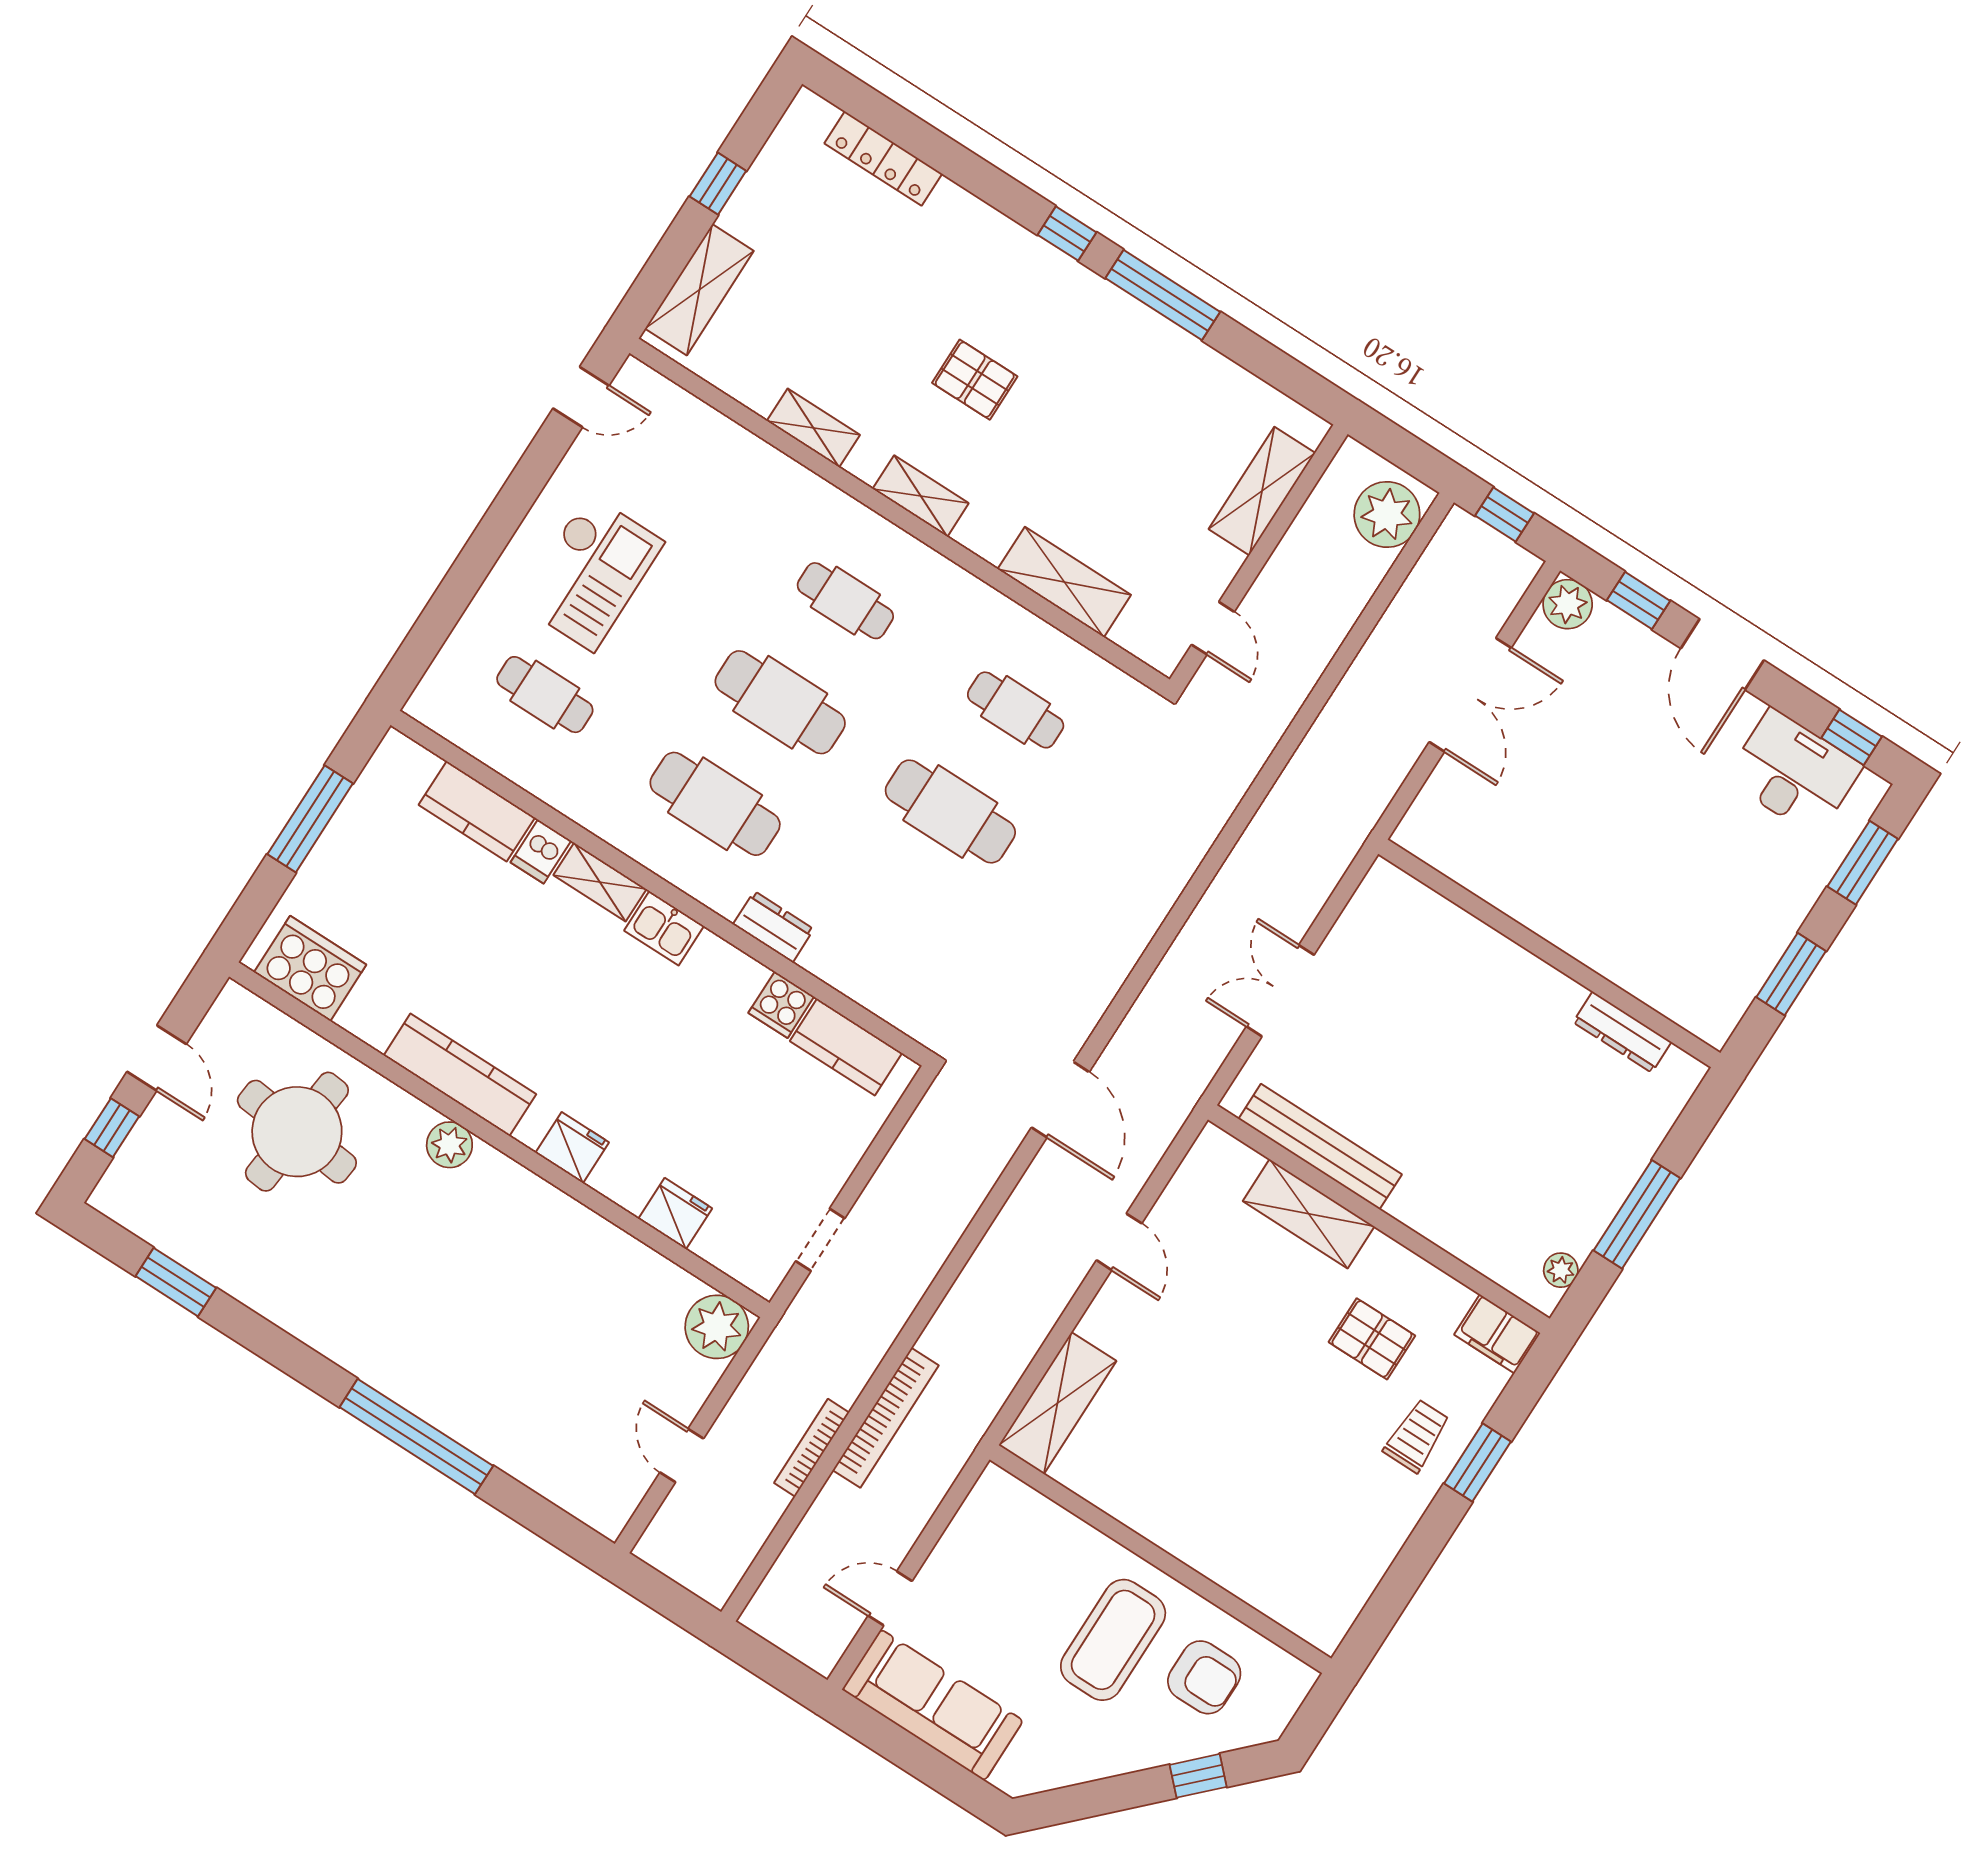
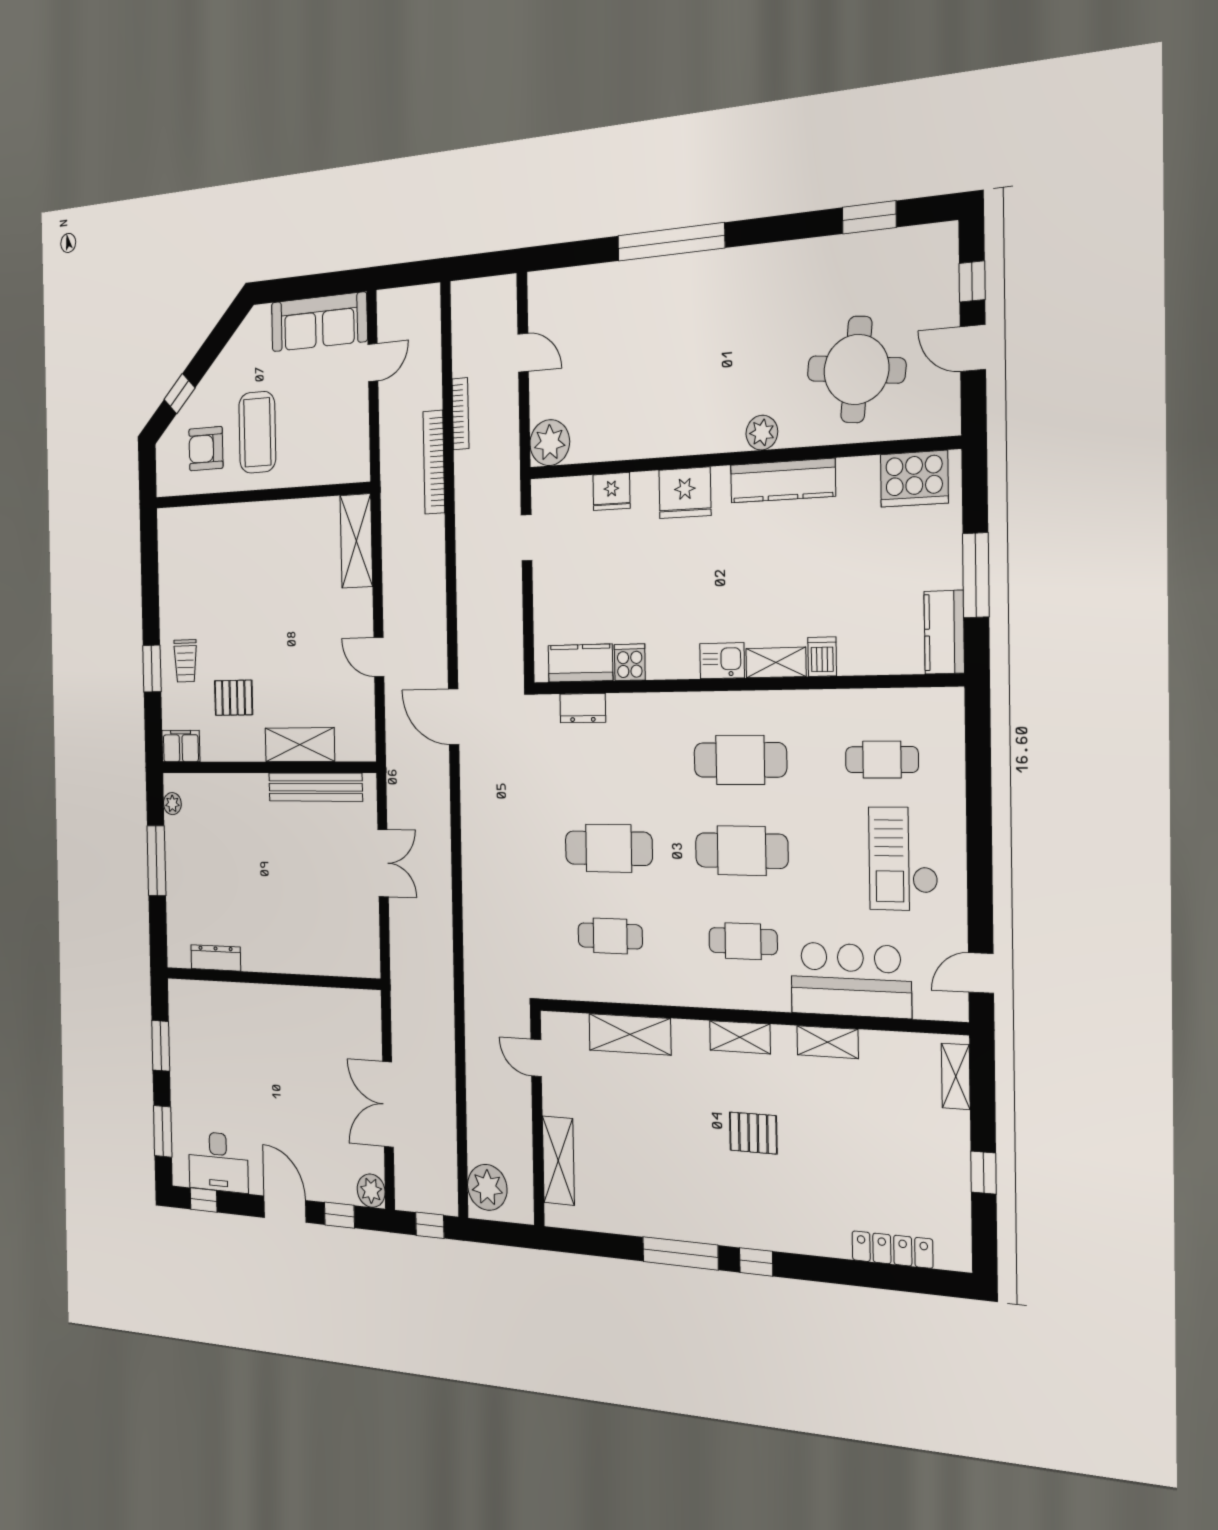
shelving: (699, 290) -> (956, 1076), width x0.67, depth x0.75
bar counter: (740, 479) -> (851, 980), added
kitchen counter: (477, 811) -> (944, 632), moved, turned -90
dresser: (773, 927) -> (583, 708), moved
fridge: (572, 1148) -> (685, 493), width x1.36, depth x1.34

